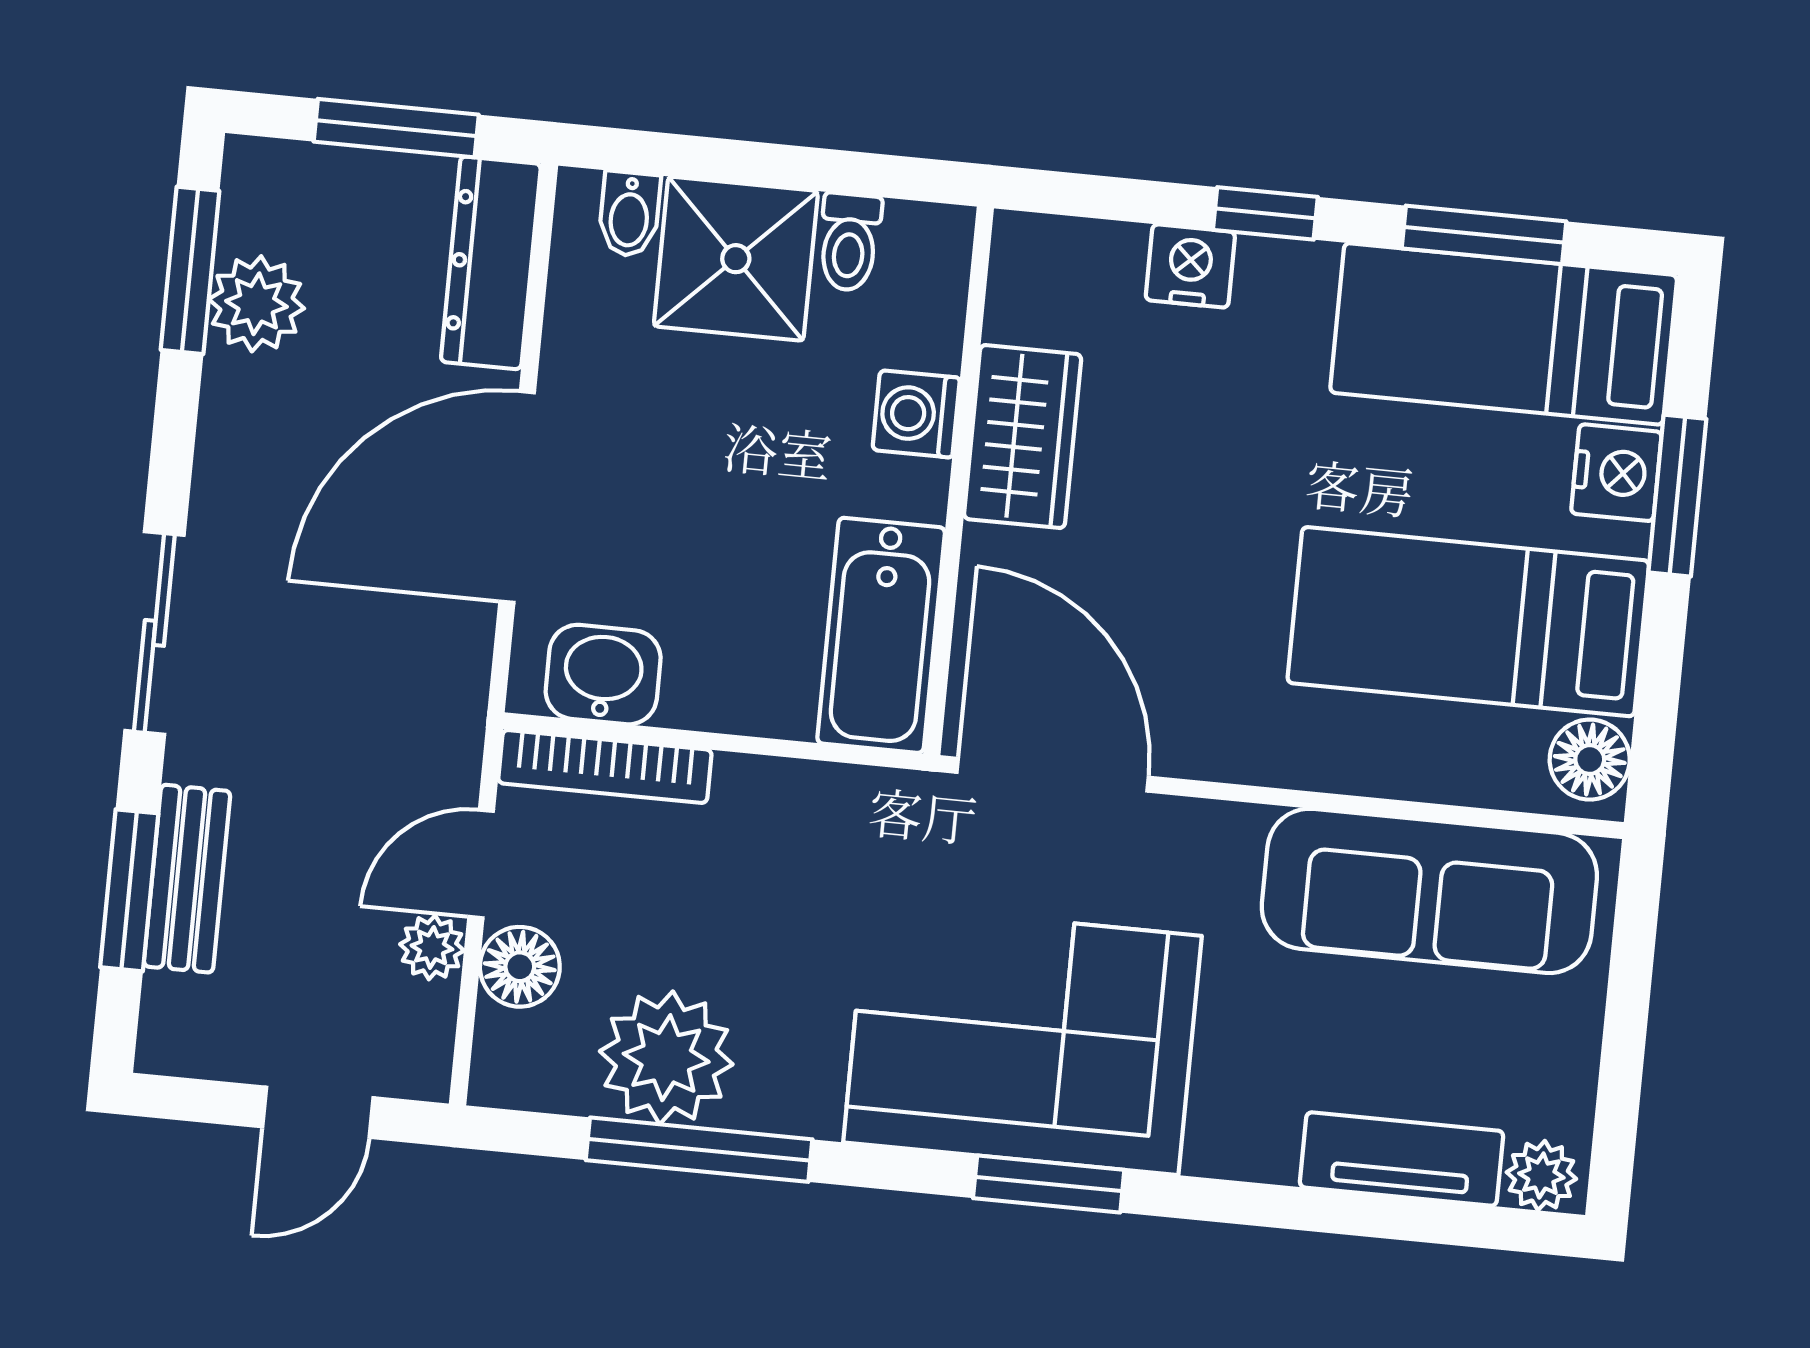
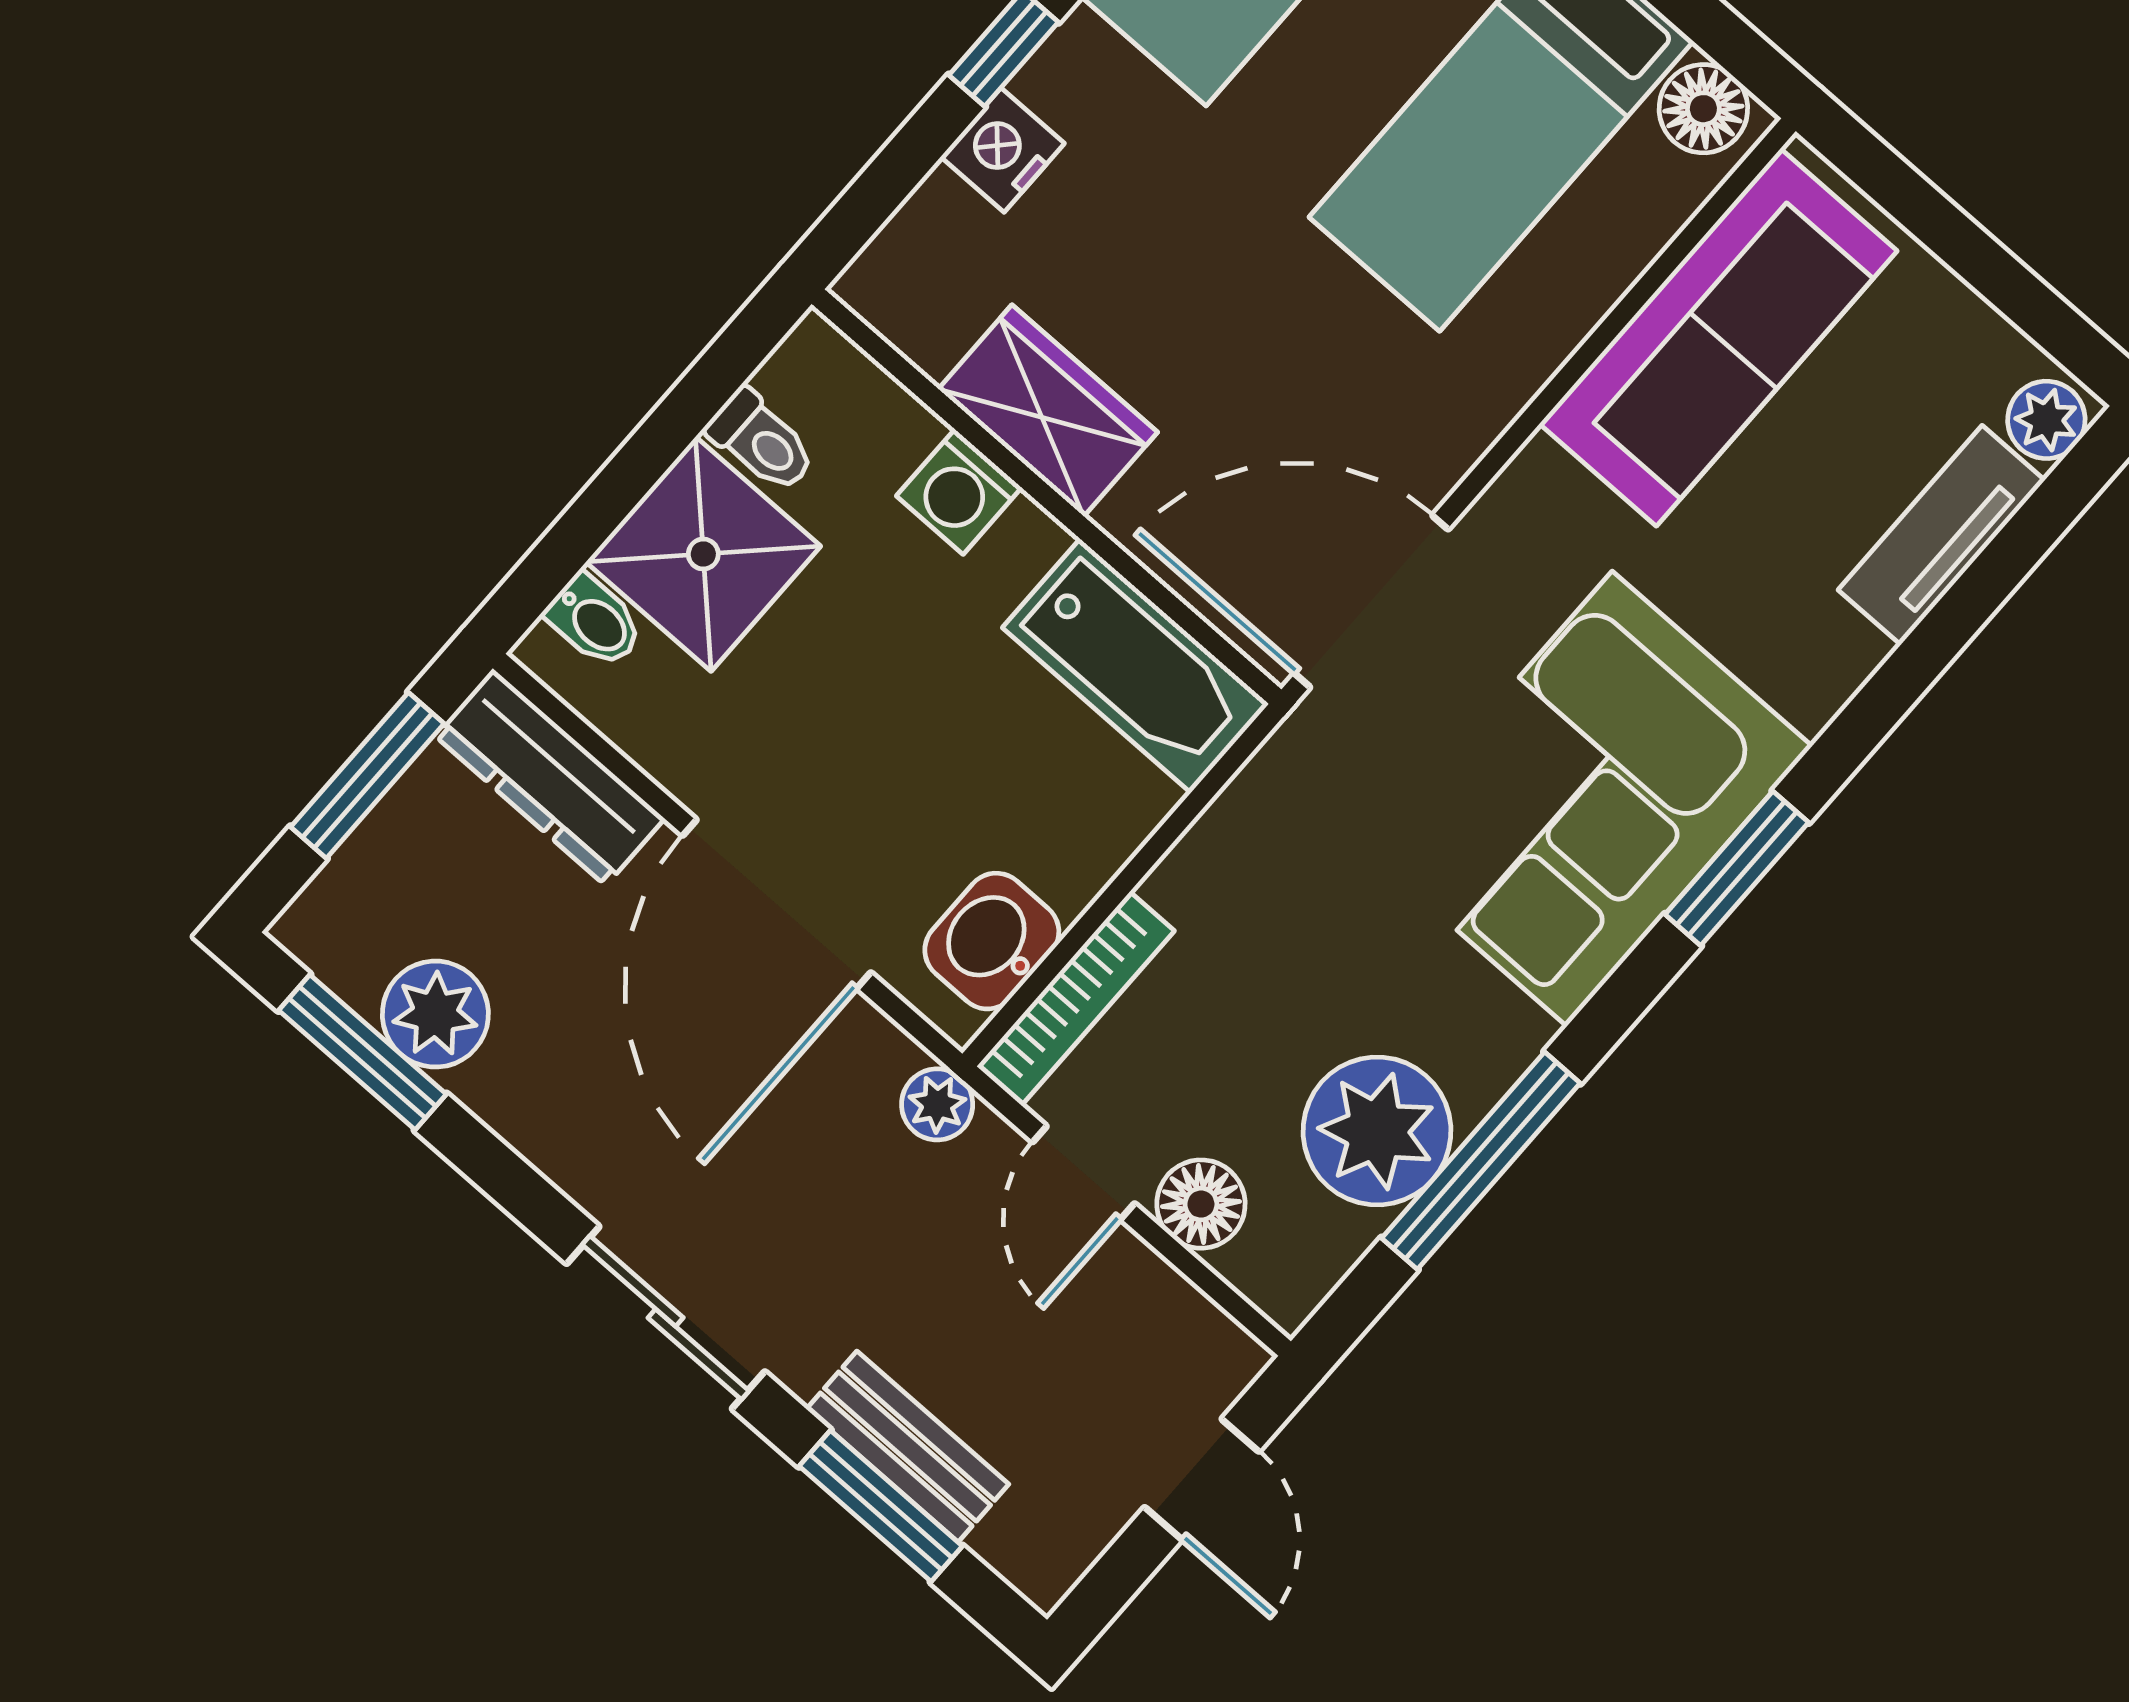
plant: (432, 947) -> (937, 1104), moved

